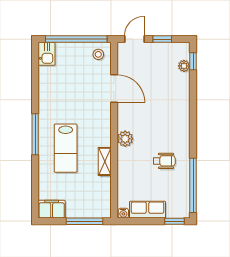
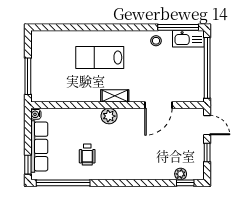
kitchen sink: (47, 54) -> (188, 39), width x1.38
stool: (98, 54) -> (156, 41), moved
window: (35, 134) -> (178, 27), moved
shelving: (105, 161) -> (115, 96), moved
filing cabinet: (52, 209) -> (40, 44), removed
row of seats: (148, 210) -> (39, 146), width x1.48

